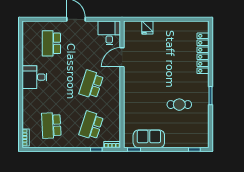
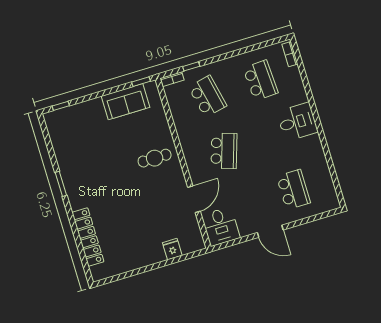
desk: (35, 77) -> (297, 122), moved
cafe table: (179, 105) -> (155, 158), moved
school desk: (91, 125) -> (207, 96), turned -30

